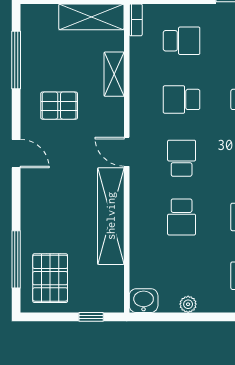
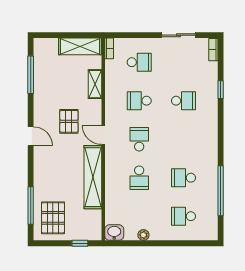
pallet: (59, 106) -> (69, 121), moved, turned 90

